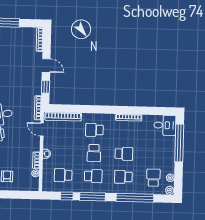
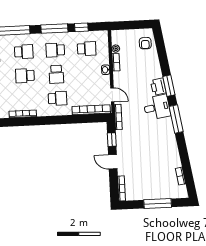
school desk: (94, 153) -> (56, 74), turned 180

